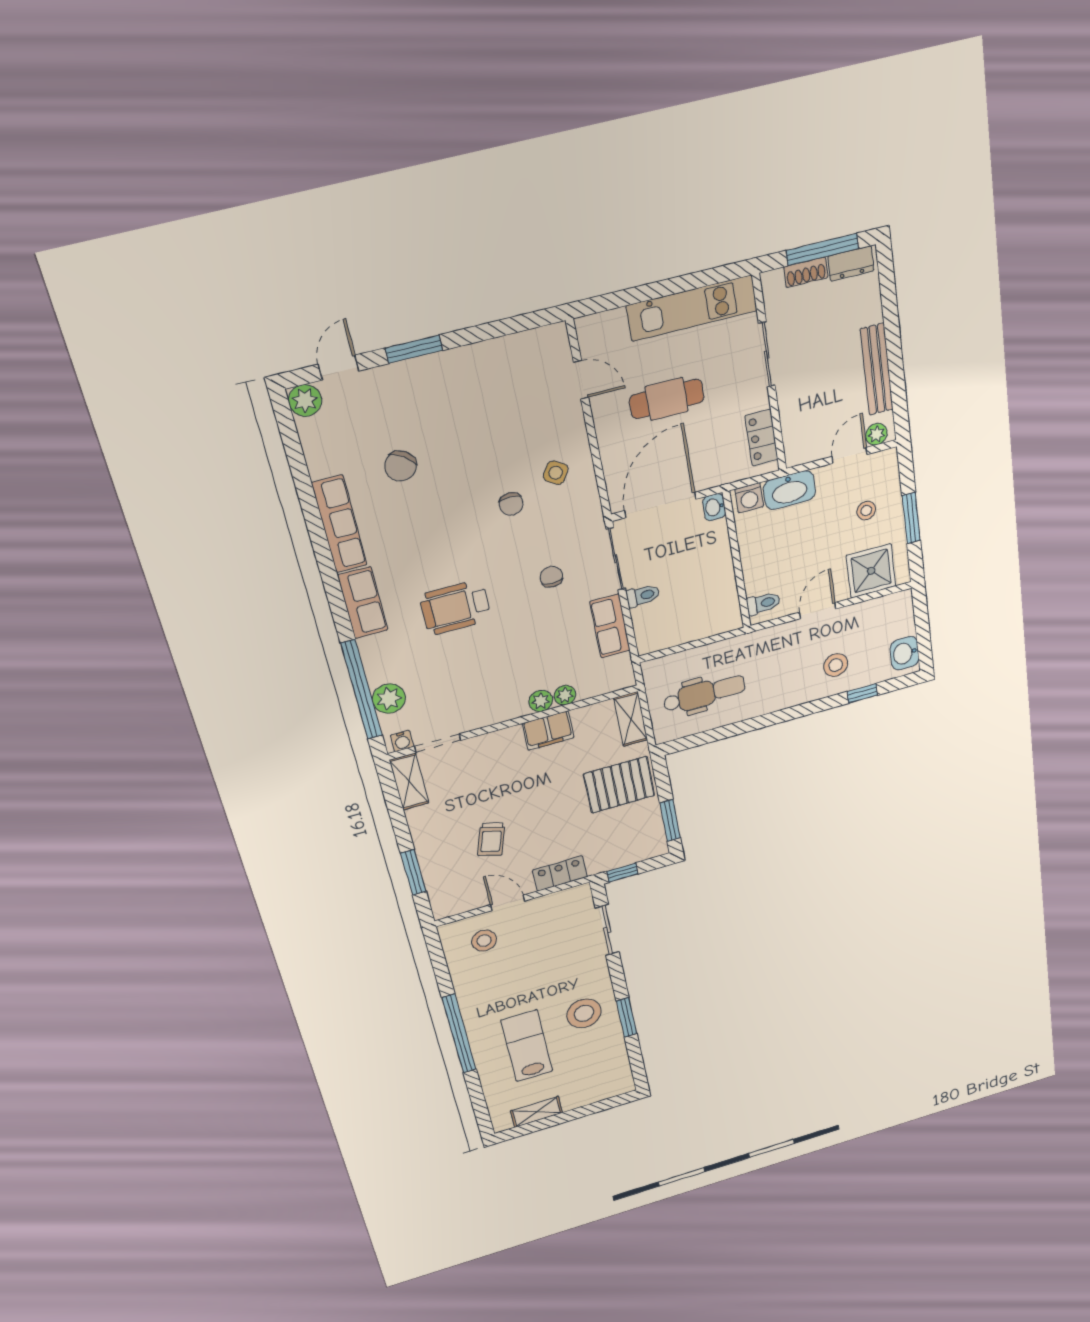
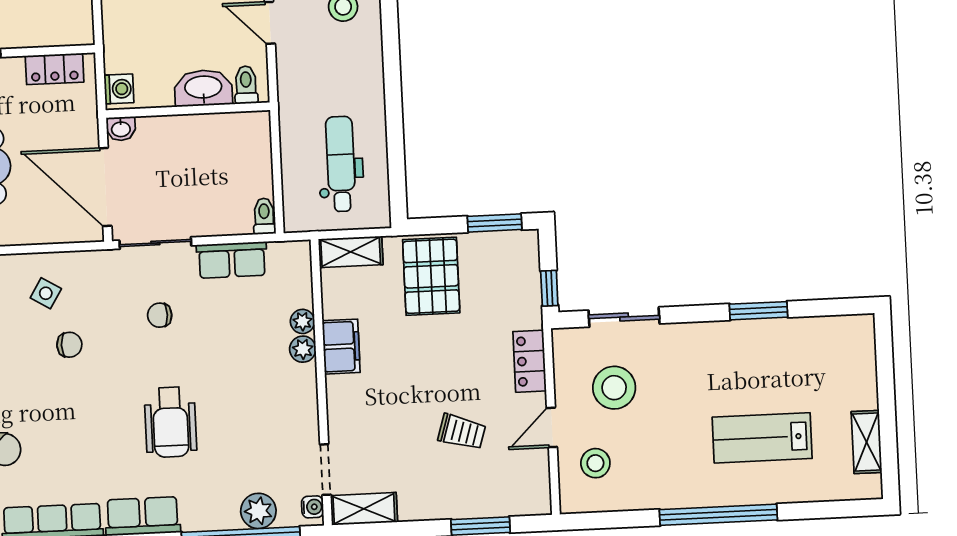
washbasin: (789, 490) -> (203, 88), moved, turned -90
toilet: (643, 596) -> (264, 216), moved
stool: (584, 1013) -> (614, 388), moved

